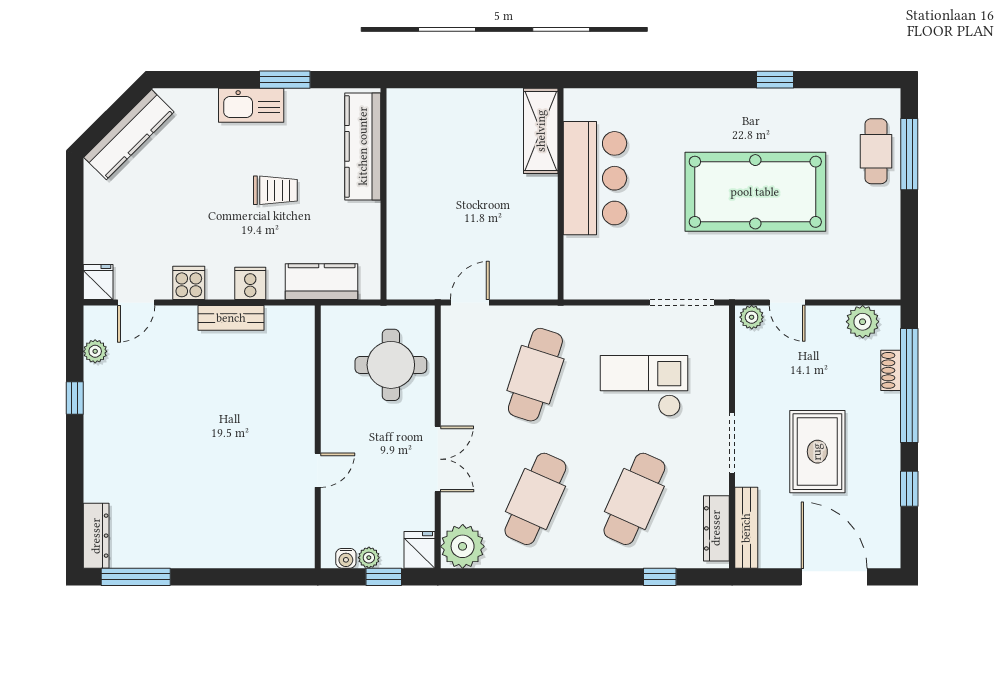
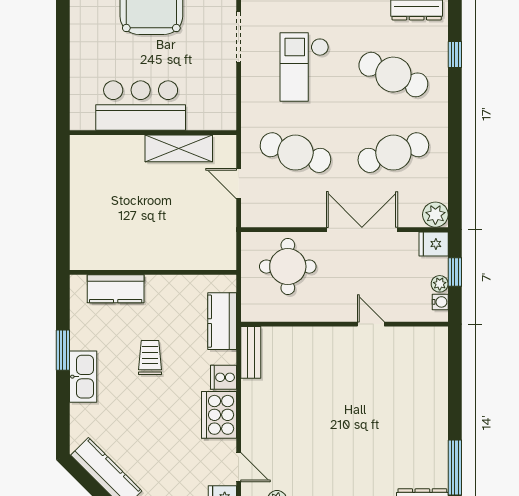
shelving: (541, 131) -> (179, 148), moved
kitchen counter: (363, 146) -> (116, 289), width x0.67
cooker: (189, 283) -> (219, 415), width x1.87, depth x1.31
door: (470, 302) -> (239, 184), moved
bench: (231, 318) -> (251, 352), moved
double door: (438, 459) -> (362, 230), width x1.37
cafe table: (535, 499) -> (393, 153), turned -42
plant: (463, 546) -> (435, 215), width x0.73, depth x0.73

